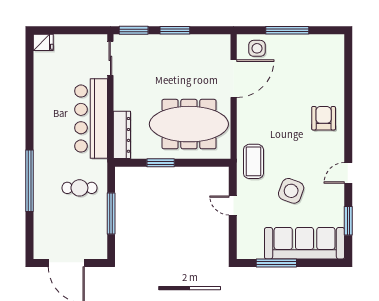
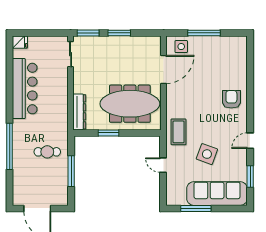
bar counter: (91, 119) -> (25, 89), moved, turned 180

